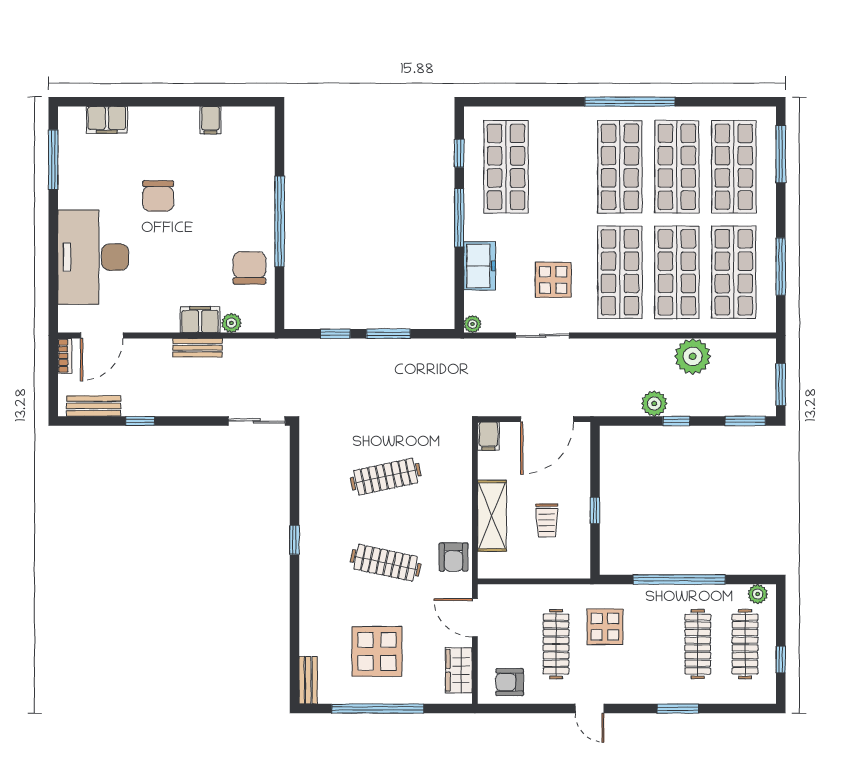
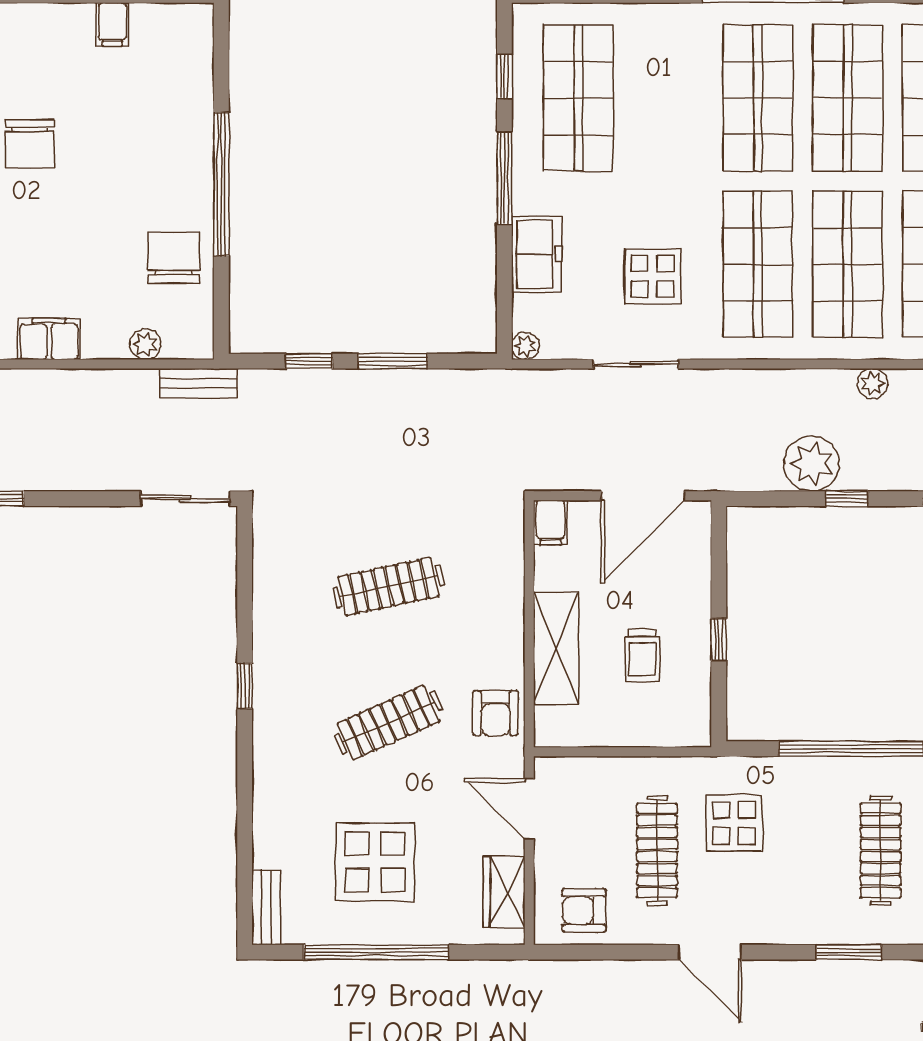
filing cabinet: (200, 320) -> (49, 339), moved
bench: (197, 348) -> (198, 383), moved
plant: (693, 356) -> (872, 384), width x0.53, depth x0.53
plant: (654, 403) -> (812, 464), width x1.36, depth x1.36
clothes rail: (386, 563) -> (388, 722), turned -36
door: (589, 709) -> (710, 952), width x1.38

